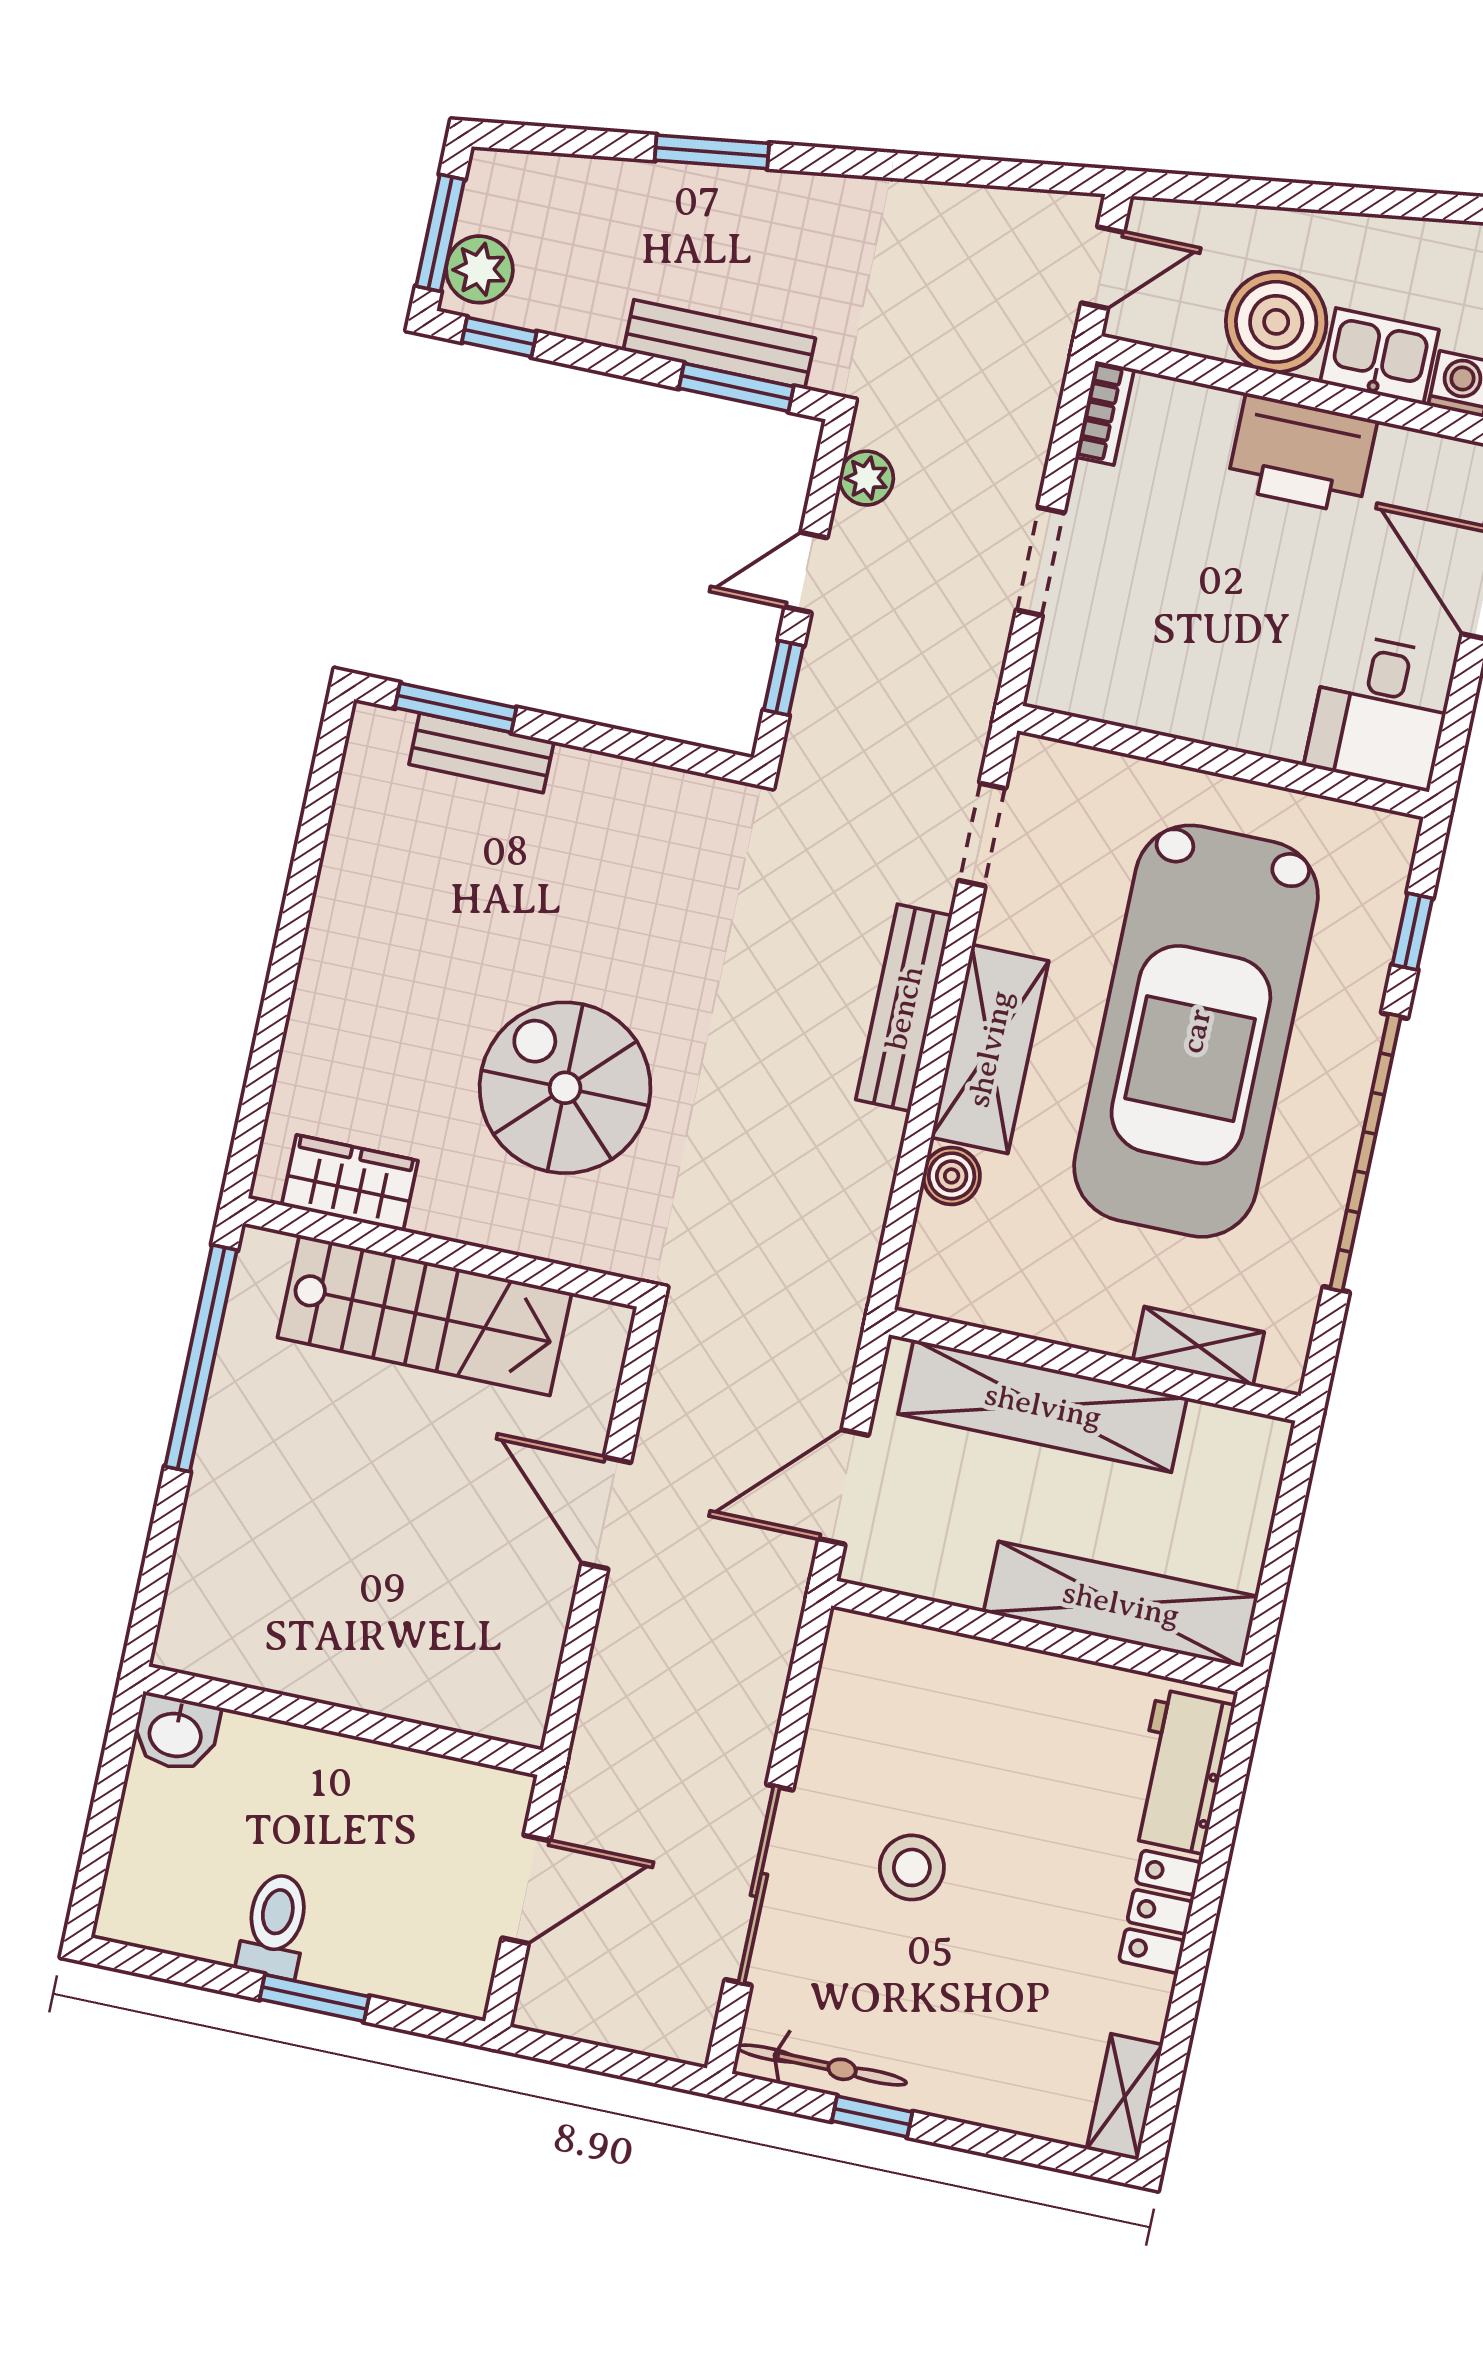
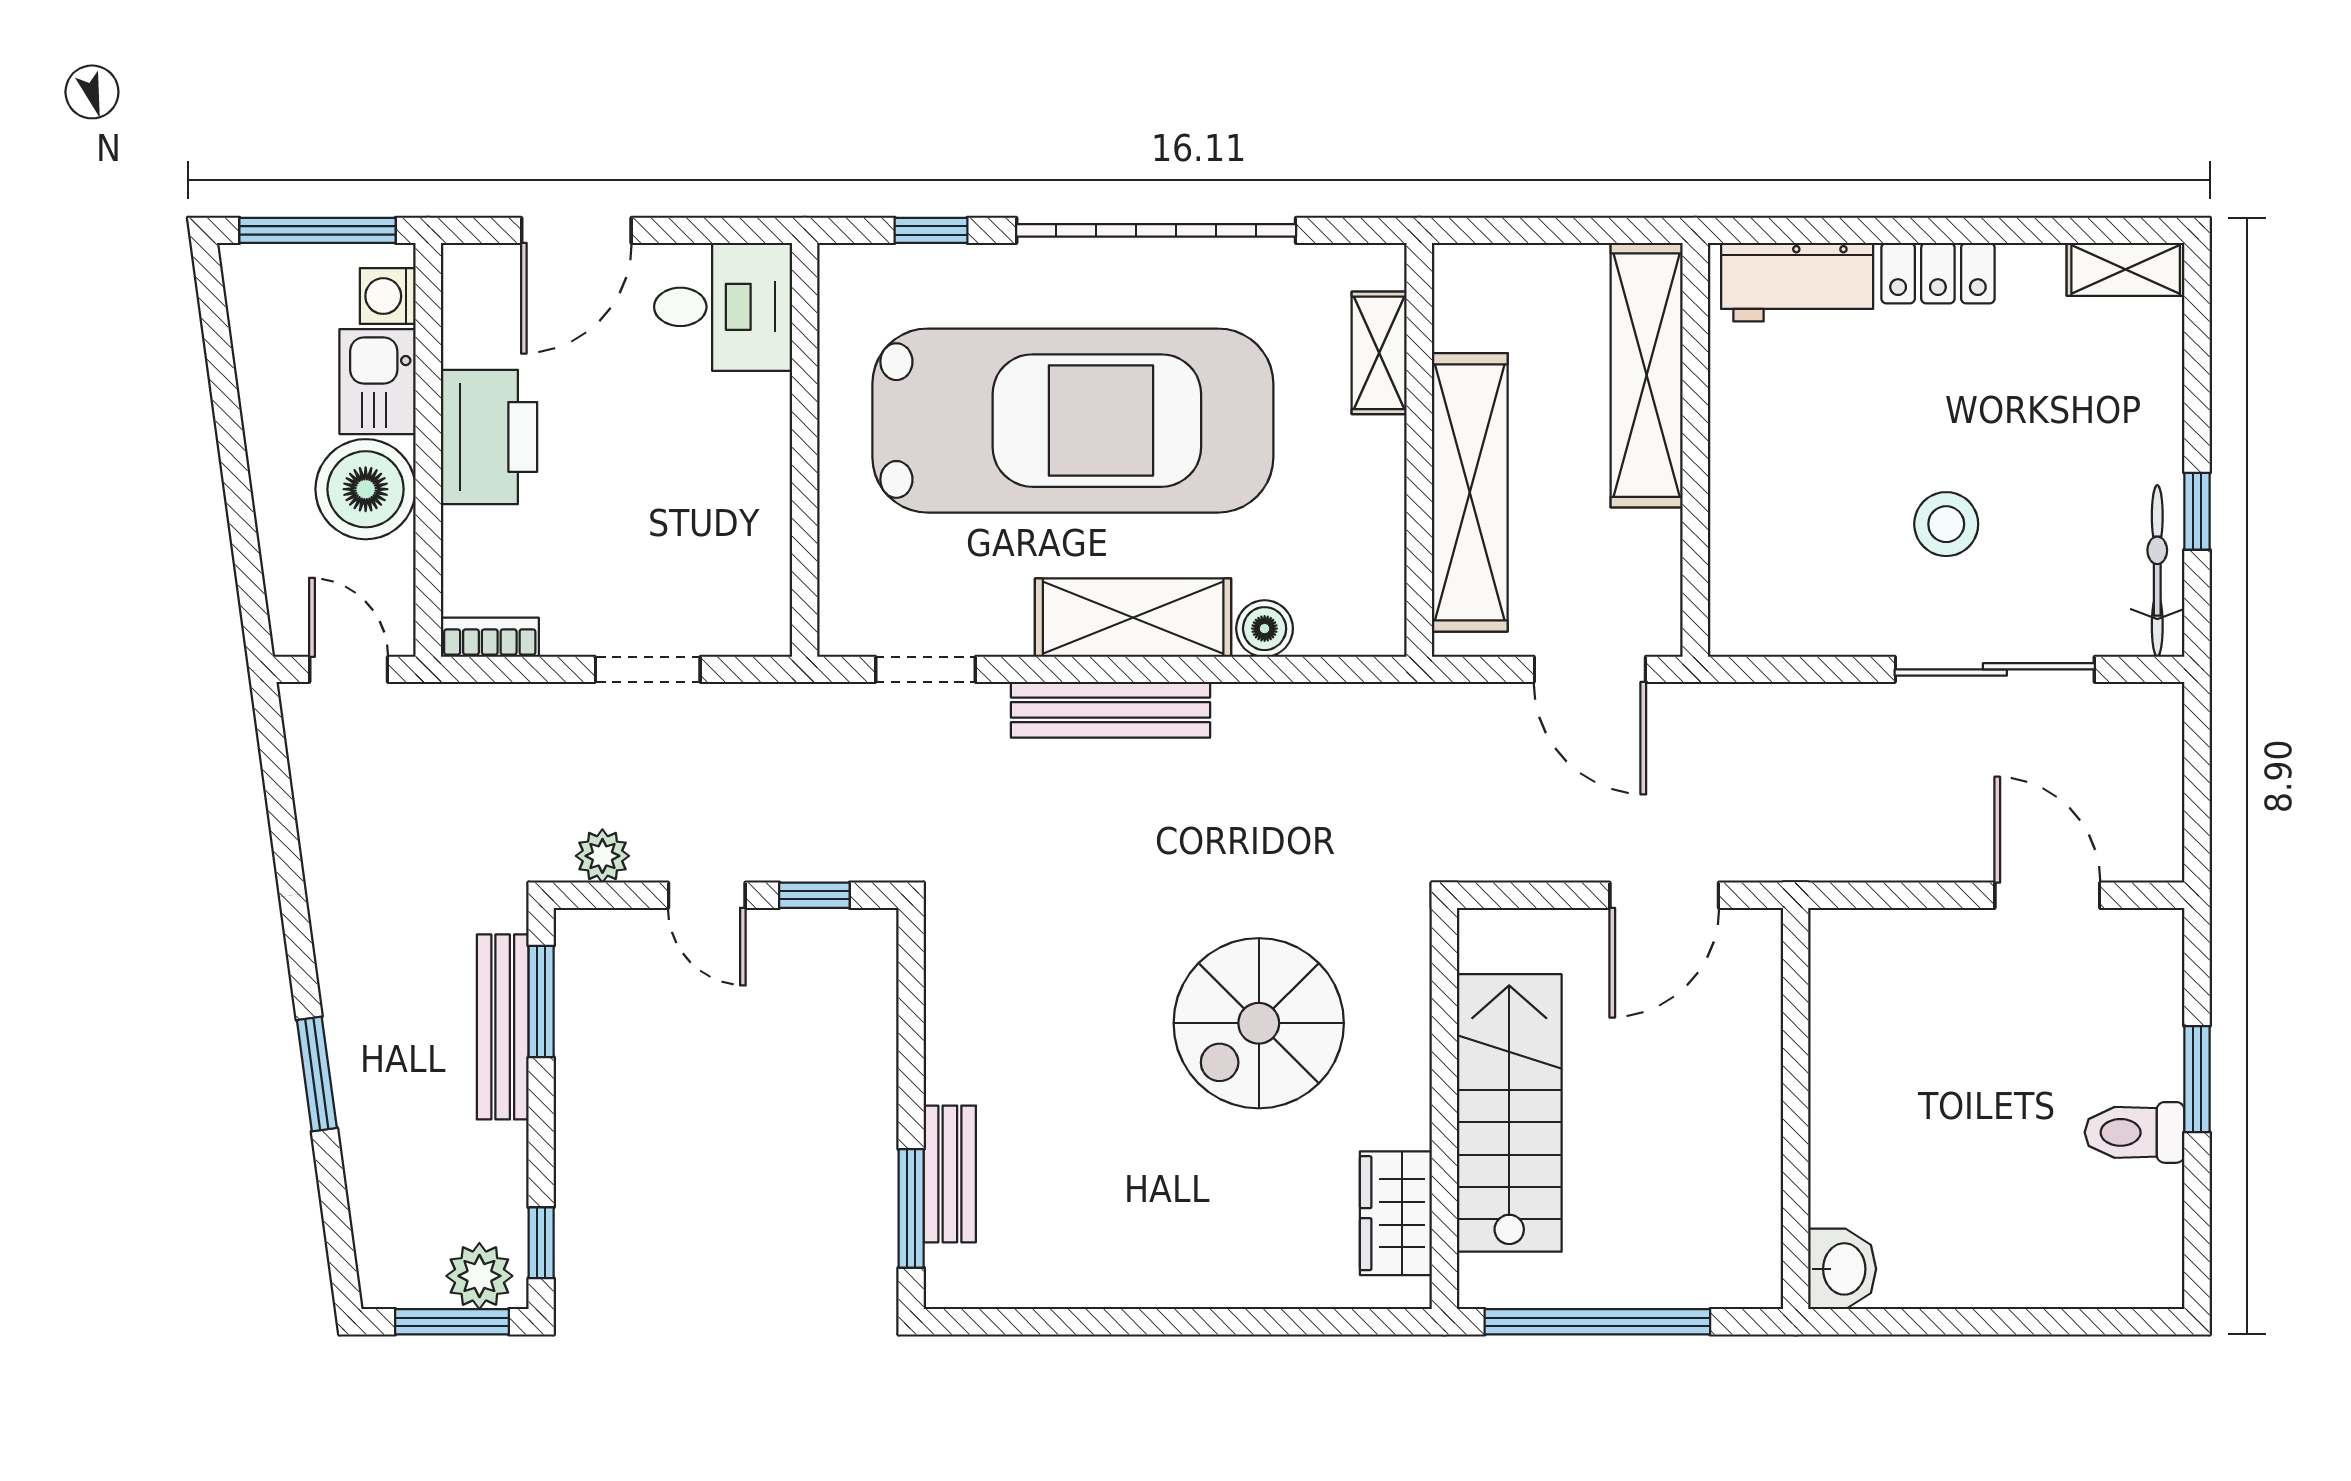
wall: (343, 1721) -> (1796, 1109), moved
washbasin: (176, 1733) -> (1842, 1269), moved

